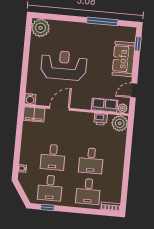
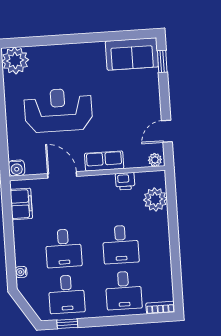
window: (102, 21) -> (105, 37), removed
sofa: (124, 59) -> (132, 54), moved, turned -90
row of seats: (105, 105) -> (104, 161), moved
door: (60, 108) -> (62, 175), hinge flipped
filing cabinet: (34, 114) -> (21, 204), moved, turned -90
plant: (120, 123) -> (155, 199), moved

